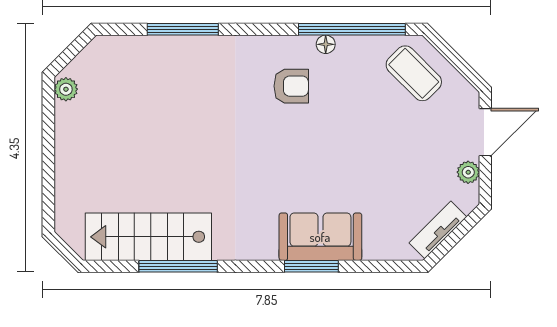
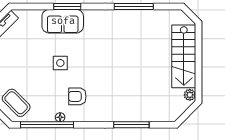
side table: (325, 153) -> (60, 63), added
stairs: (148, 237) -> (184, 56), moved, turned 90

